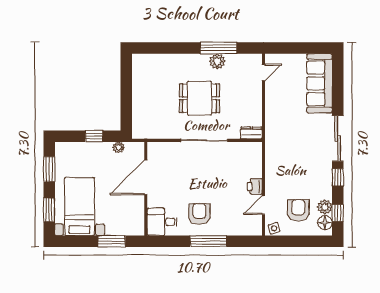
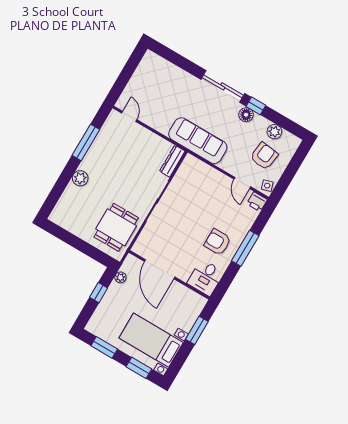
plant: (217, 61) -> (80, 178), moved
sofa: (320, 83) -> (198, 141), moved, turned 180
dining table: (199, 98) -> (116, 227), moved
dresser: (251, 133) -> (172, 161), width x1.44
printer: (255, 186) -> (257, 202), moved
armchair: (298, 210) -> (264, 156), turned 97
window: (338, 213) -> (286, 124), removed
floor lamp: (325, 223) -> (246, 115), moved

